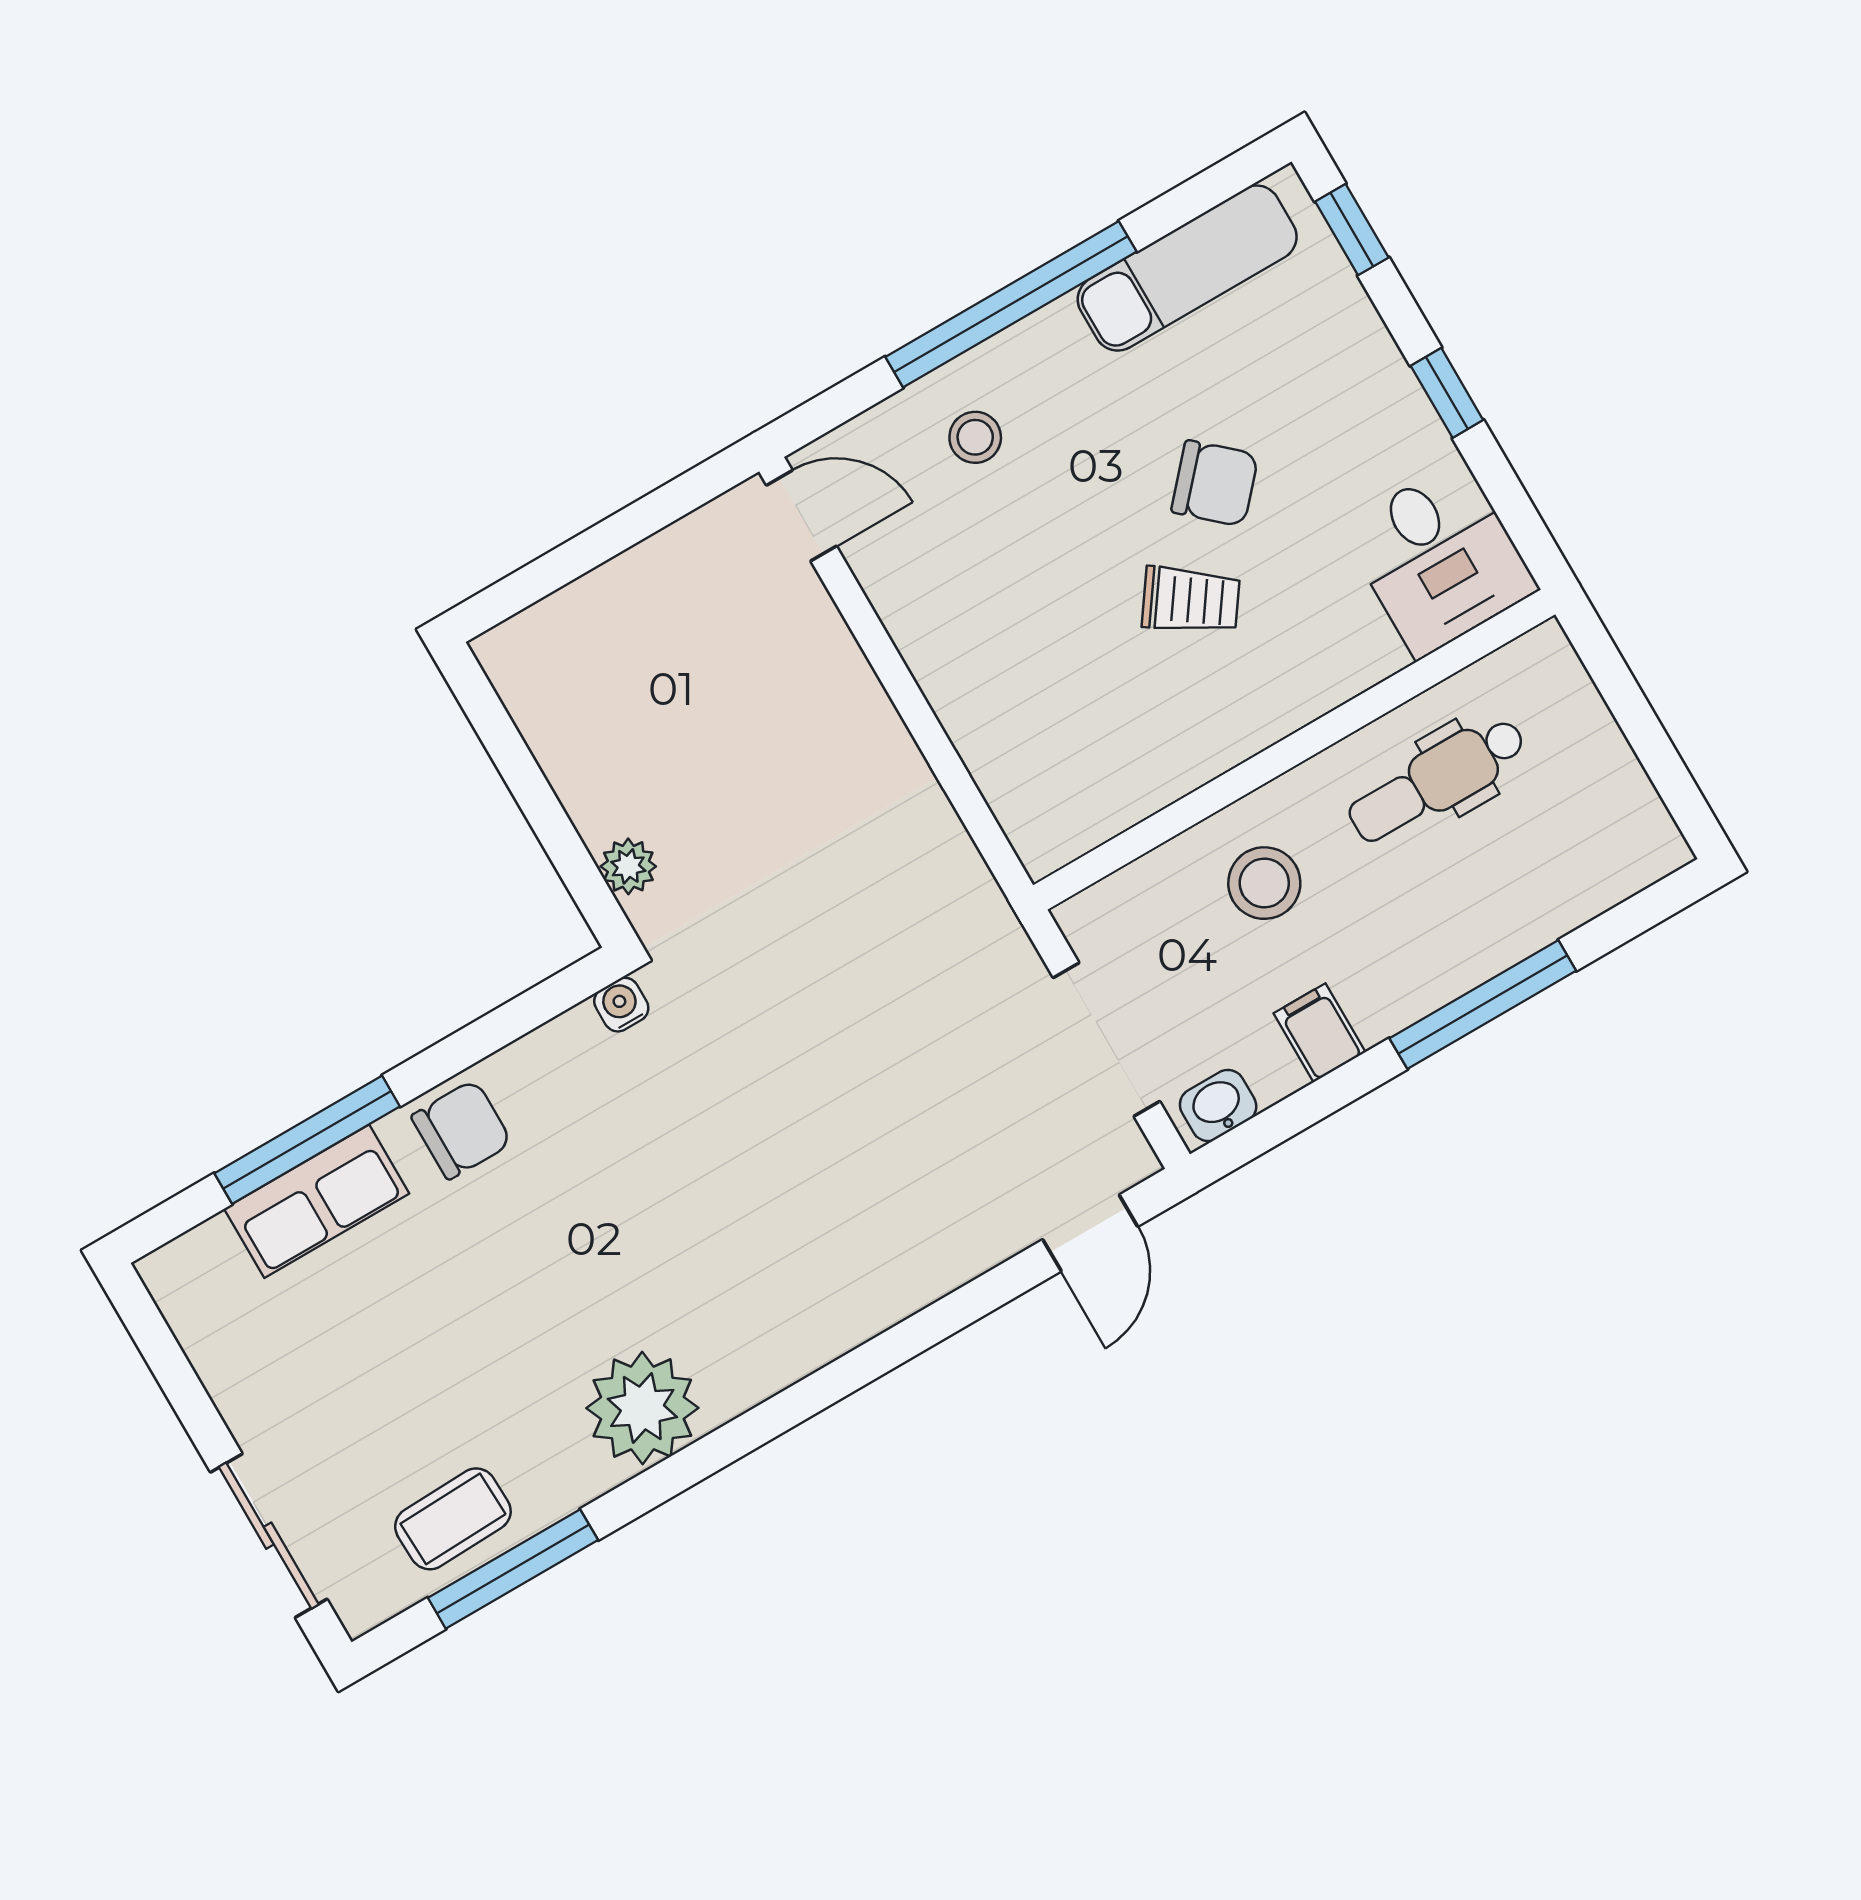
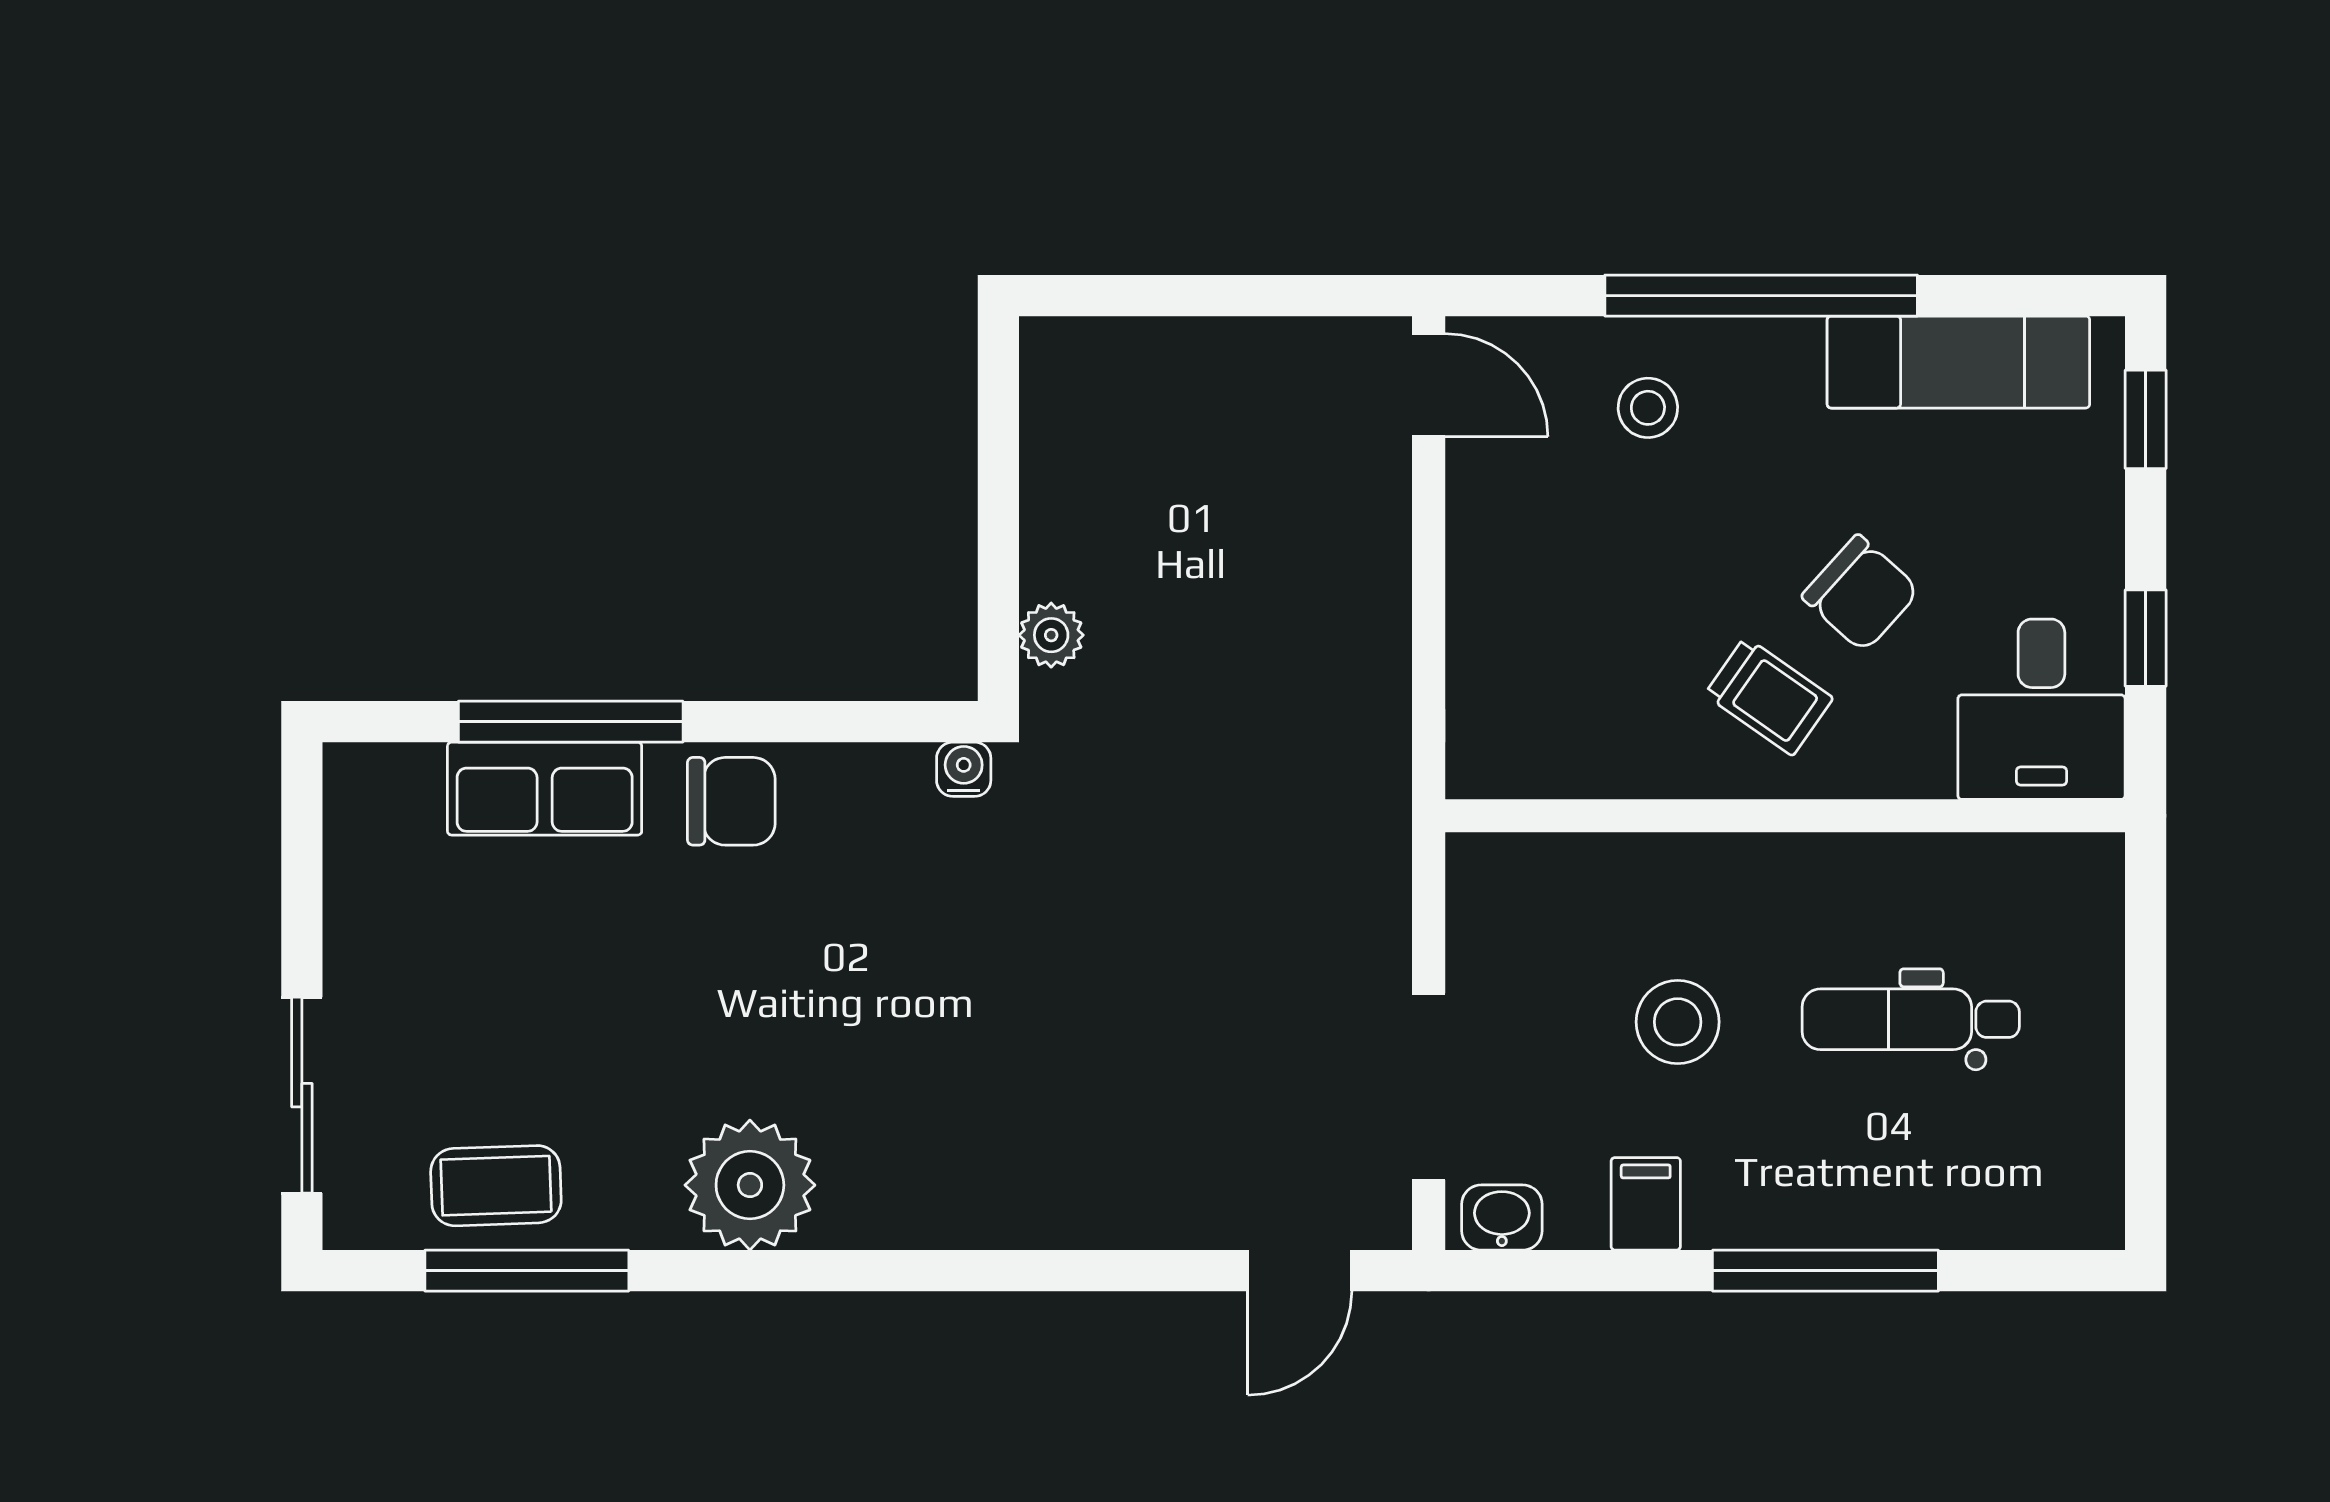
desk: (1439, 559) -> (2041, 709), moved
wall: (1294, 750) -> (1785, 816), moved

